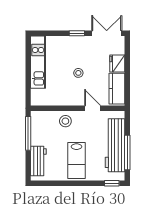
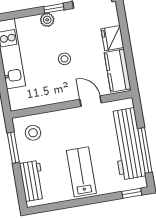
plant: (70, 41) -> (47, 20), added
stool: (65, 121) -> (33, 133), moved
window: (28, 133) -> (13, 148), width x0.69
lab bench: (76, 160) -> (81, 172), turned 180

